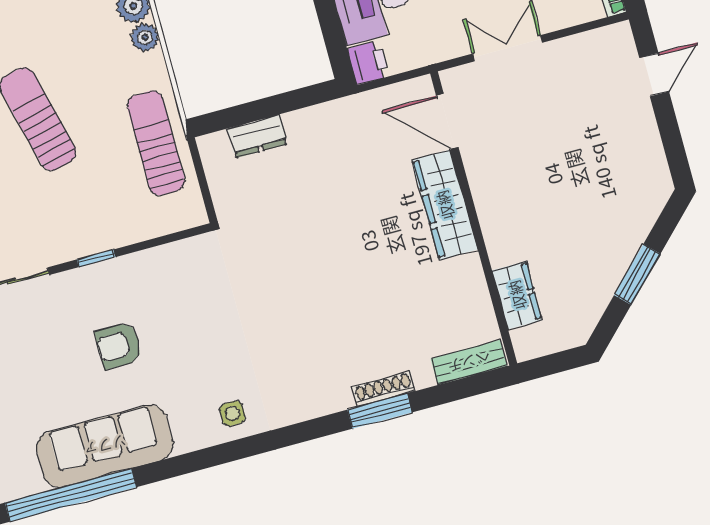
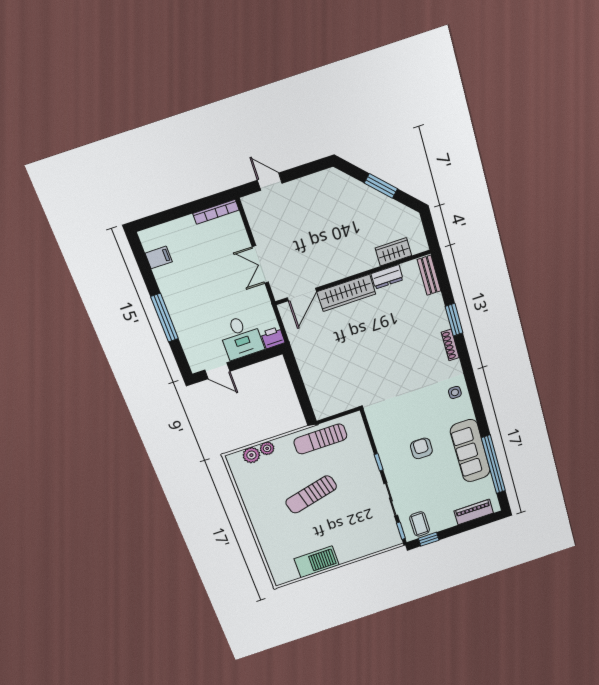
dresser: (257, 136) -> (387, 277), moved, turned 90
armchair: (119, 345) -> (421, 448), turned 180
shoe rack: (383, 389) -> (450, 345), moved

